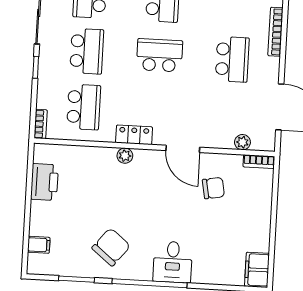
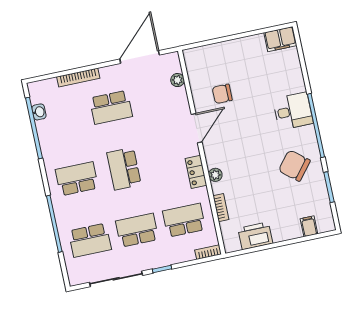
school desk: (232, 59) -> (111, 107), turned 180
bookcase: (259, 162) -> (221, 208), moved
chair: (213, 188) -> (222, 94), turned -80

